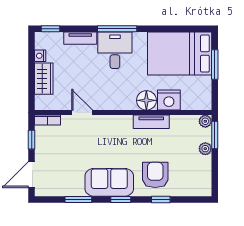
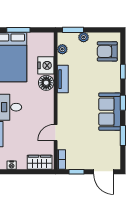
wardrobe: (44, 79) -> (40, 162), moved
plant: (205, 121) -> (62, 49), moved
armchair: (155, 175) -> (107, 51), moved

